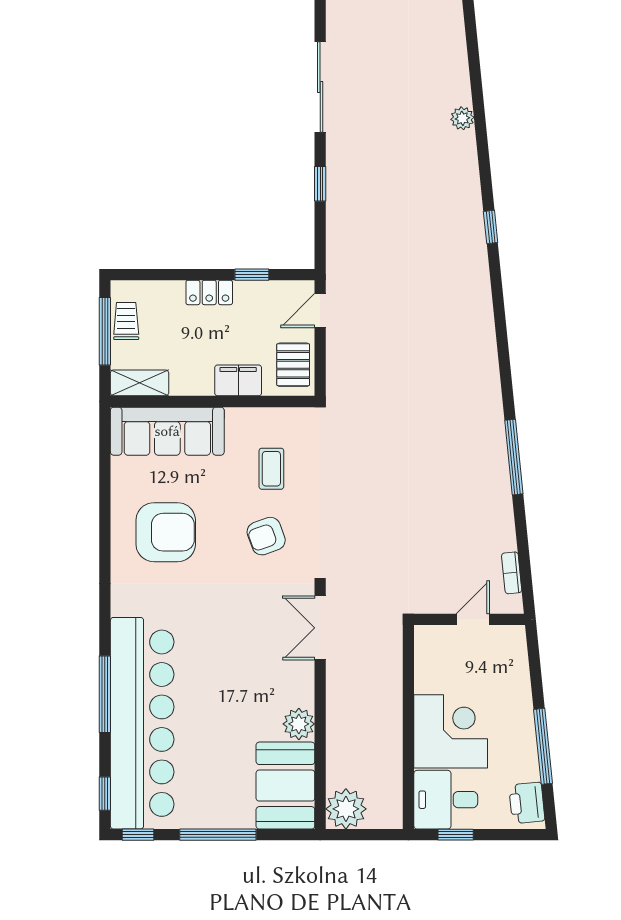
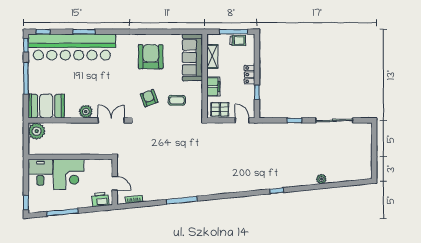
shelving: (140, 383) -> (212, 56), moved
armchair: (166, 532) -> (151, 57), turned 180
window: (105, 694) -> (84, 32), width x0.69
plant: (299, 724) -> (86, 112), moved
printer: (527, 803) -> (100, 199), moved
window: (456, 835) -> (26, 203), moved

